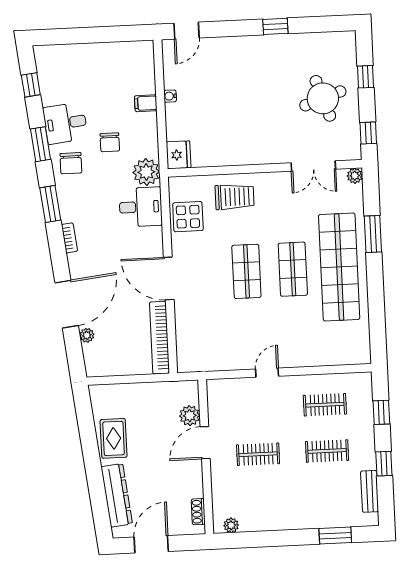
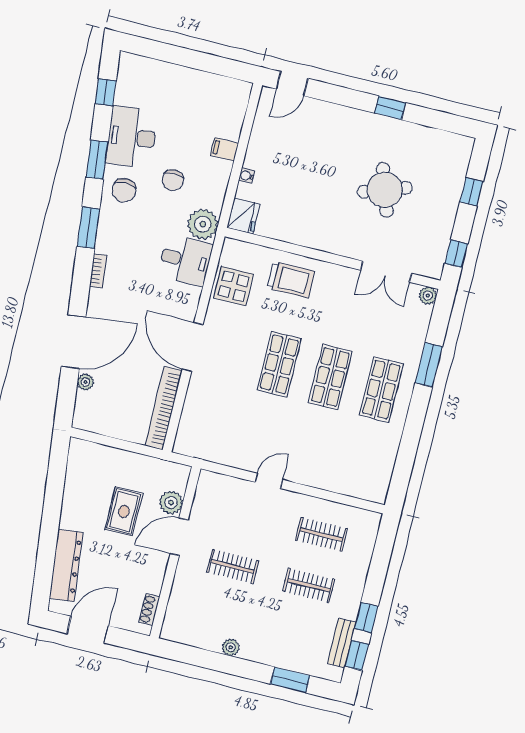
water cooler: (170, 96) -> (247, 176), moved
round table: (323, 98) -> (385, 190), moved
desk: (65, 123) -> (132, 137), width x1.37
shop shelf: (339, 267) -> (381, 390), width x0.50, depth x0.74
window: (381, 412) -> (357, 655), moved
rug: (114, 438) -> (124, 511), moved
plant: (231, 525) -> (231, 647), moved

